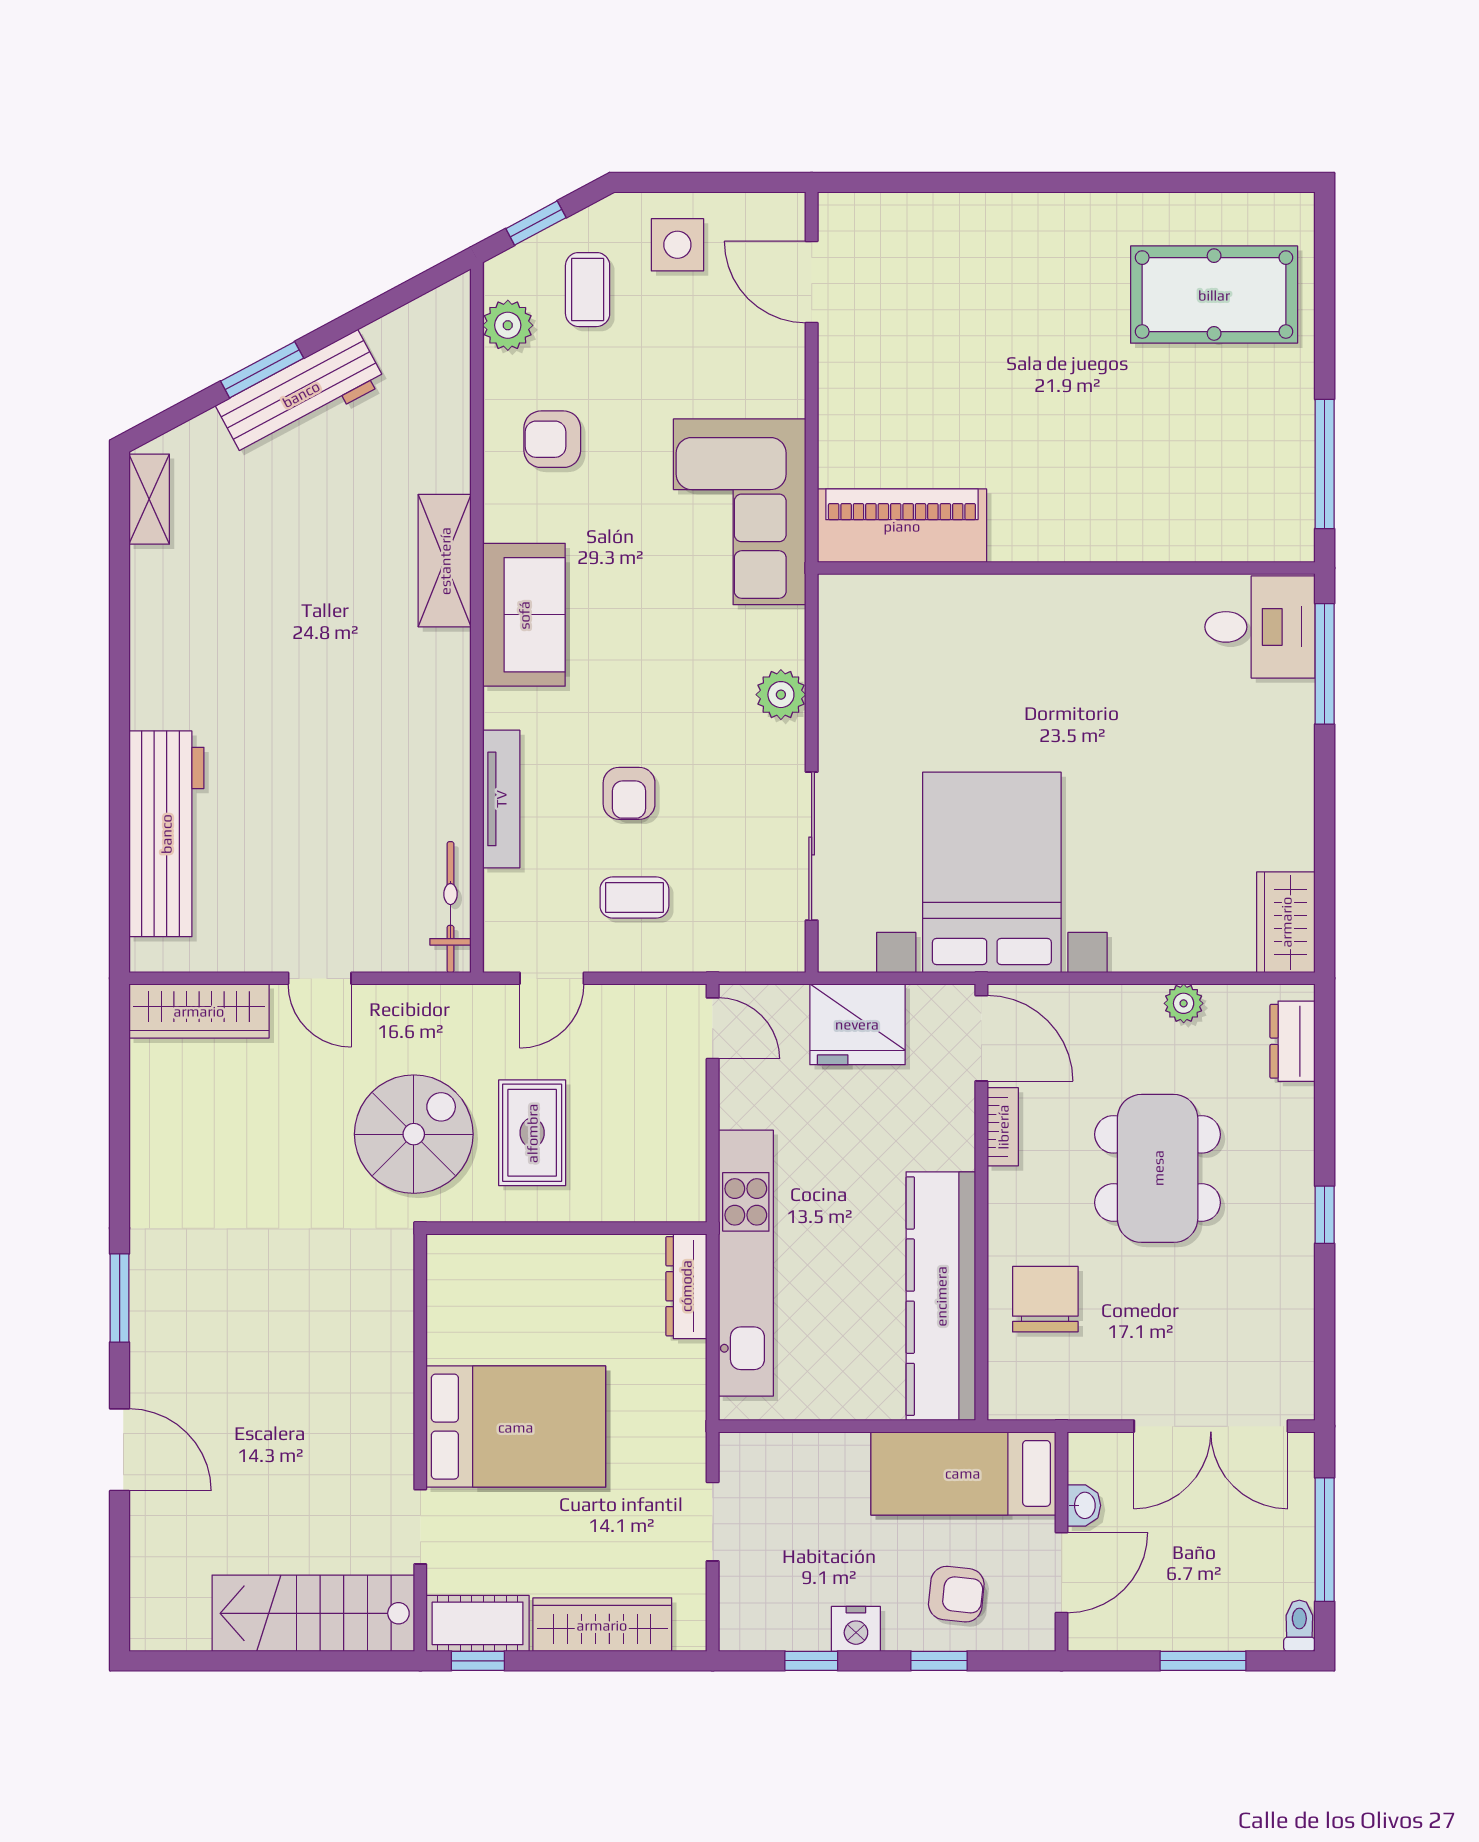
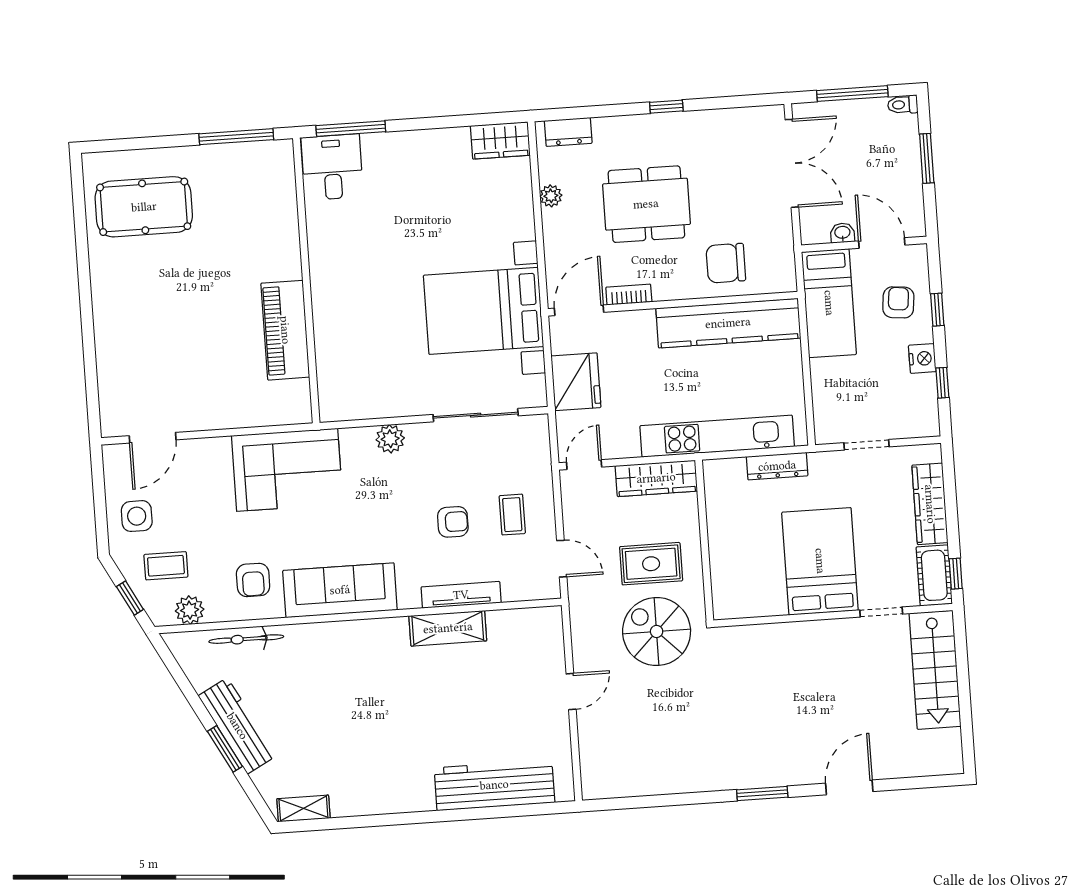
pool table: (1214, 295) -> (144, 207), turned 90
piano: (902, 526) -> (285, 330), moved
shelving: (445, 561) -> (448, 628), moved
sofa: (524, 615) -> (340, 590), width x1.36
bicycle: (450, 907) -> (246, 639), moved
wardrobe: (199, 1011) -> (656, 478), moved, turned 90
dresser: (686, 1286) -> (777, 466), moved

